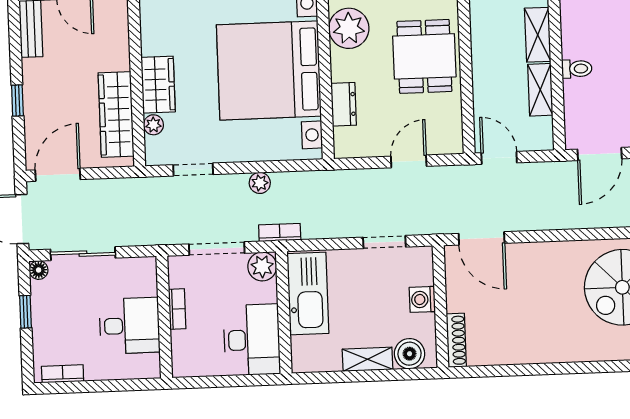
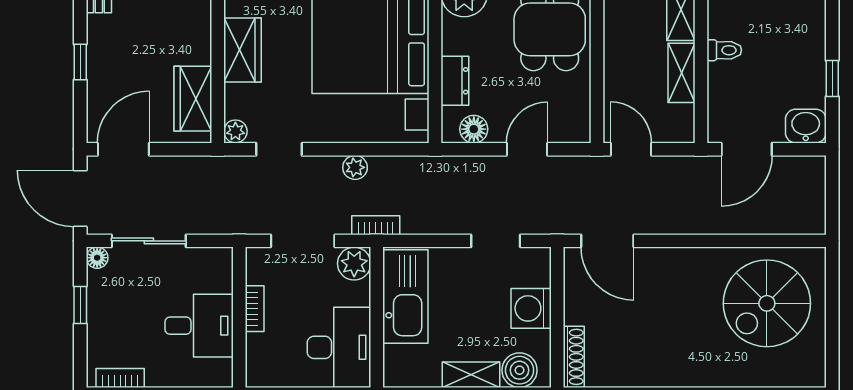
wardrobe: (116, 114) -> (193, 99), width x0.67
plant: (153, 125) -> (235, 131), moved
floor lamp: (362, 146) -> (474, 129), added
washing machine: (422, 299) -> (531, 308), width x1.38, depth x1.38

